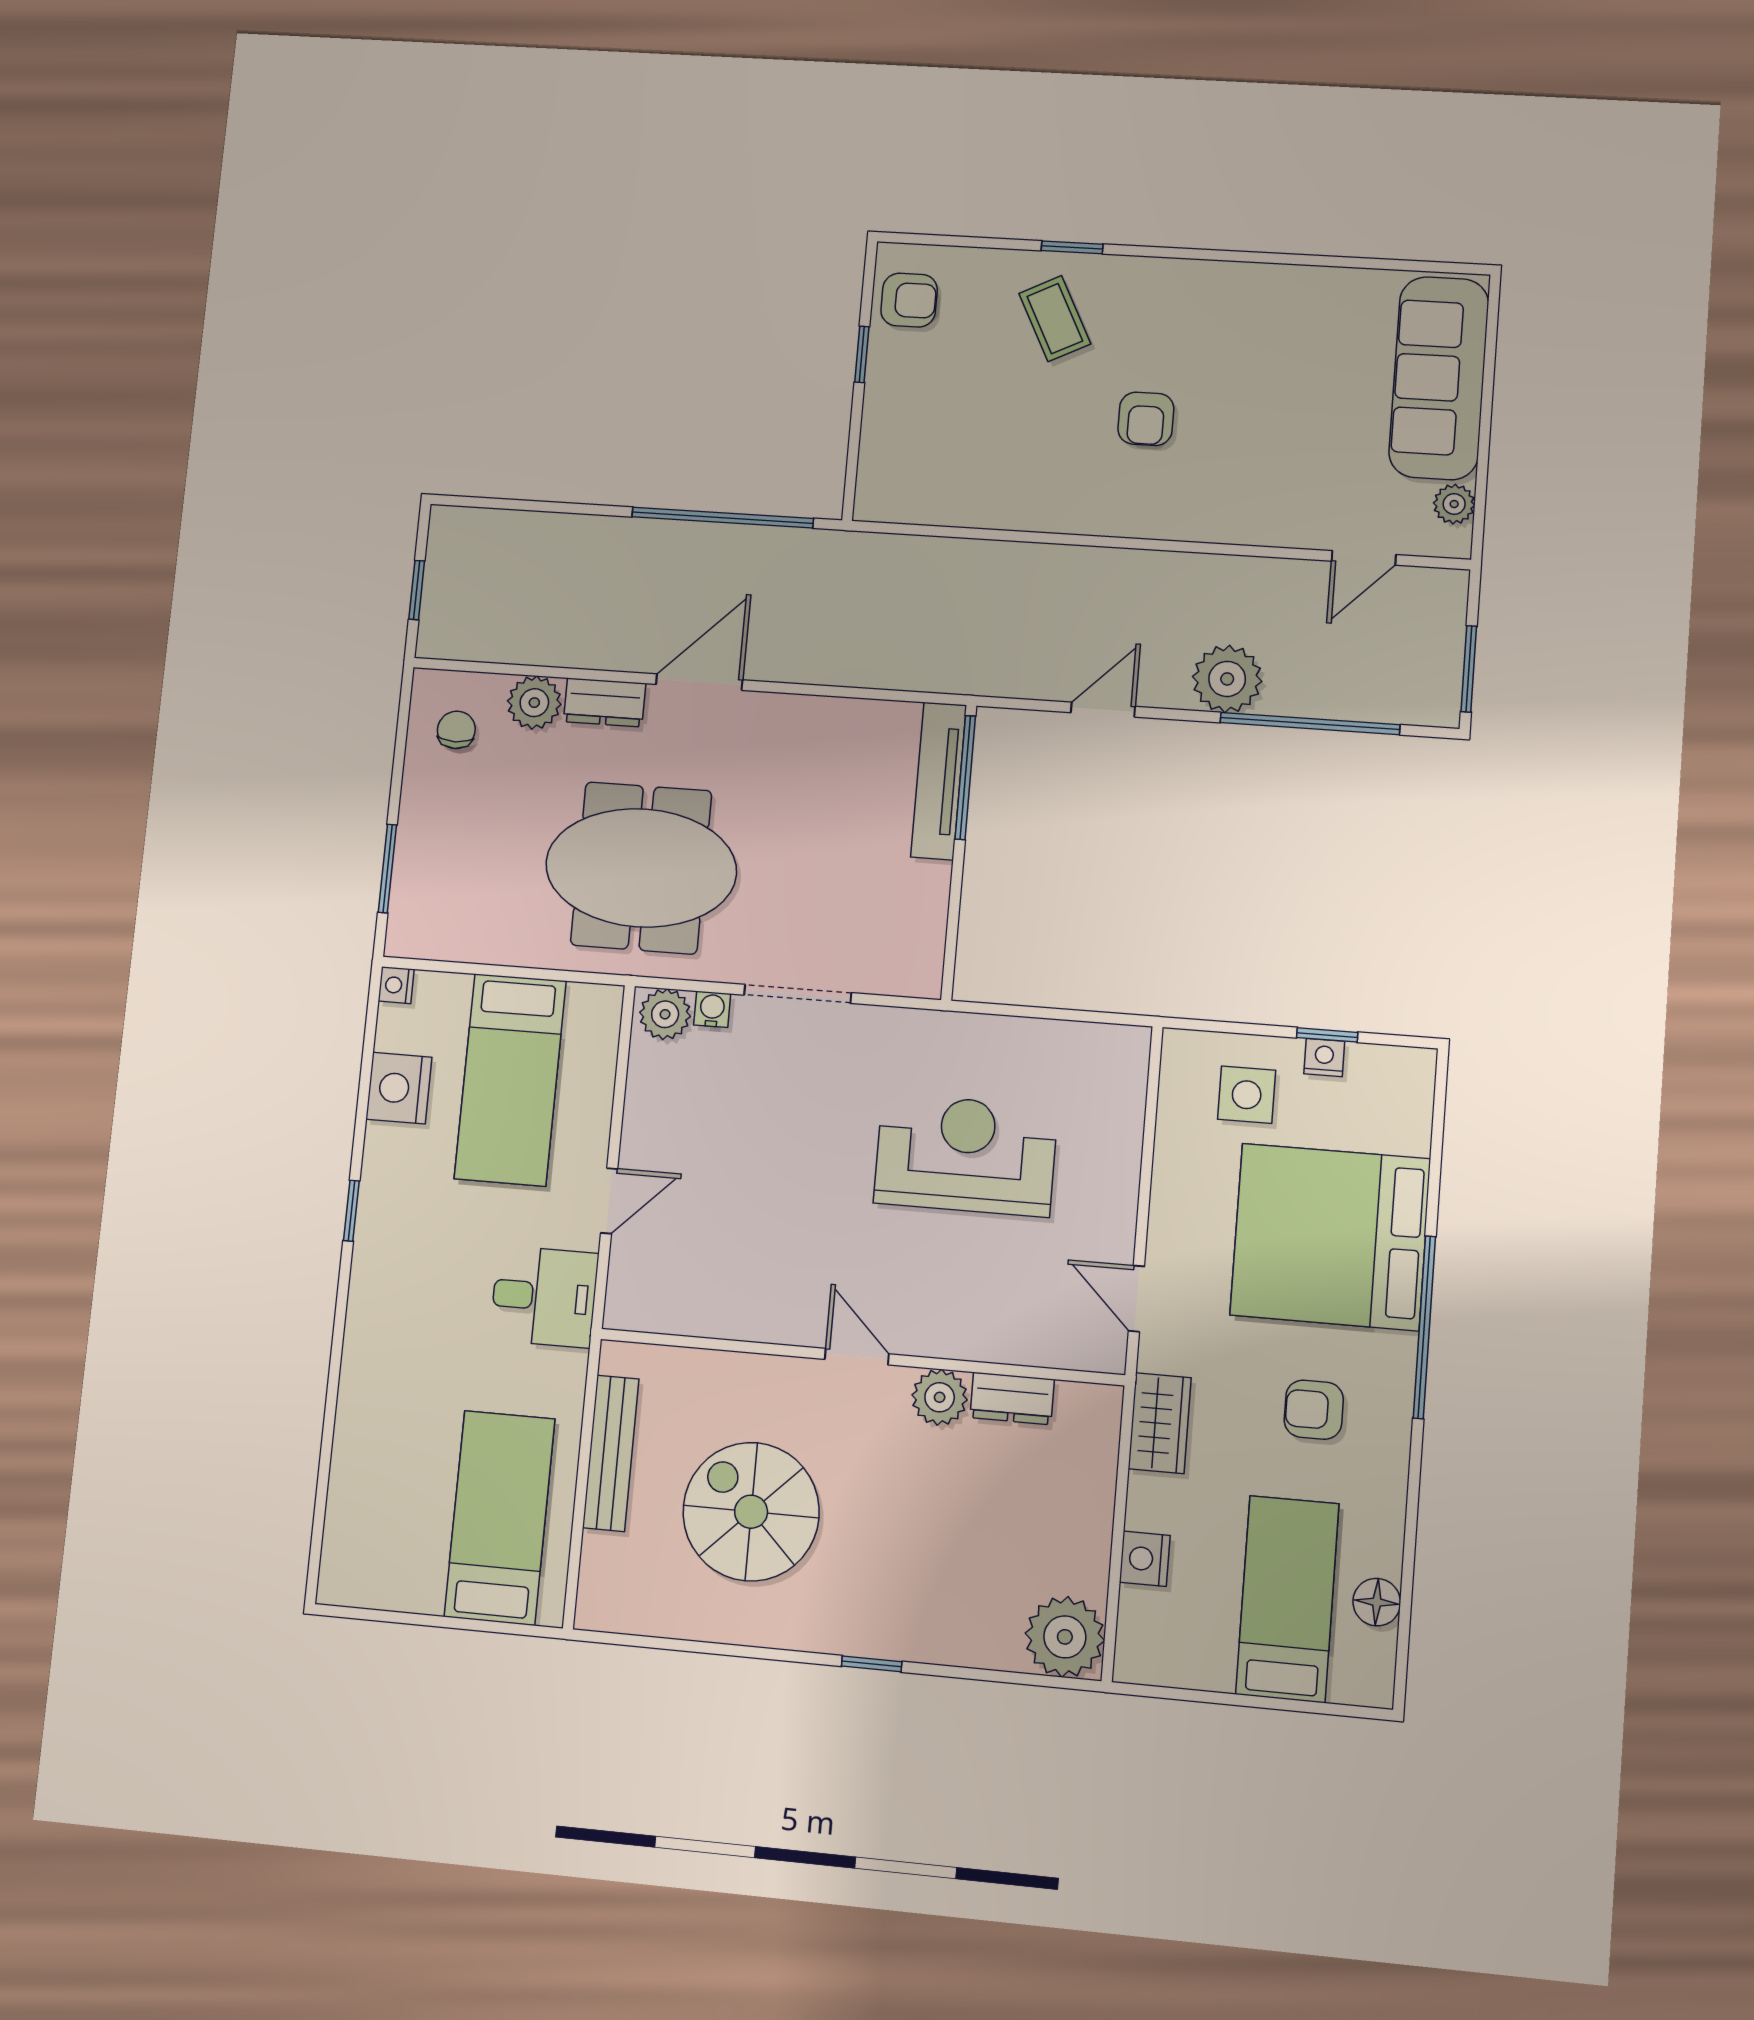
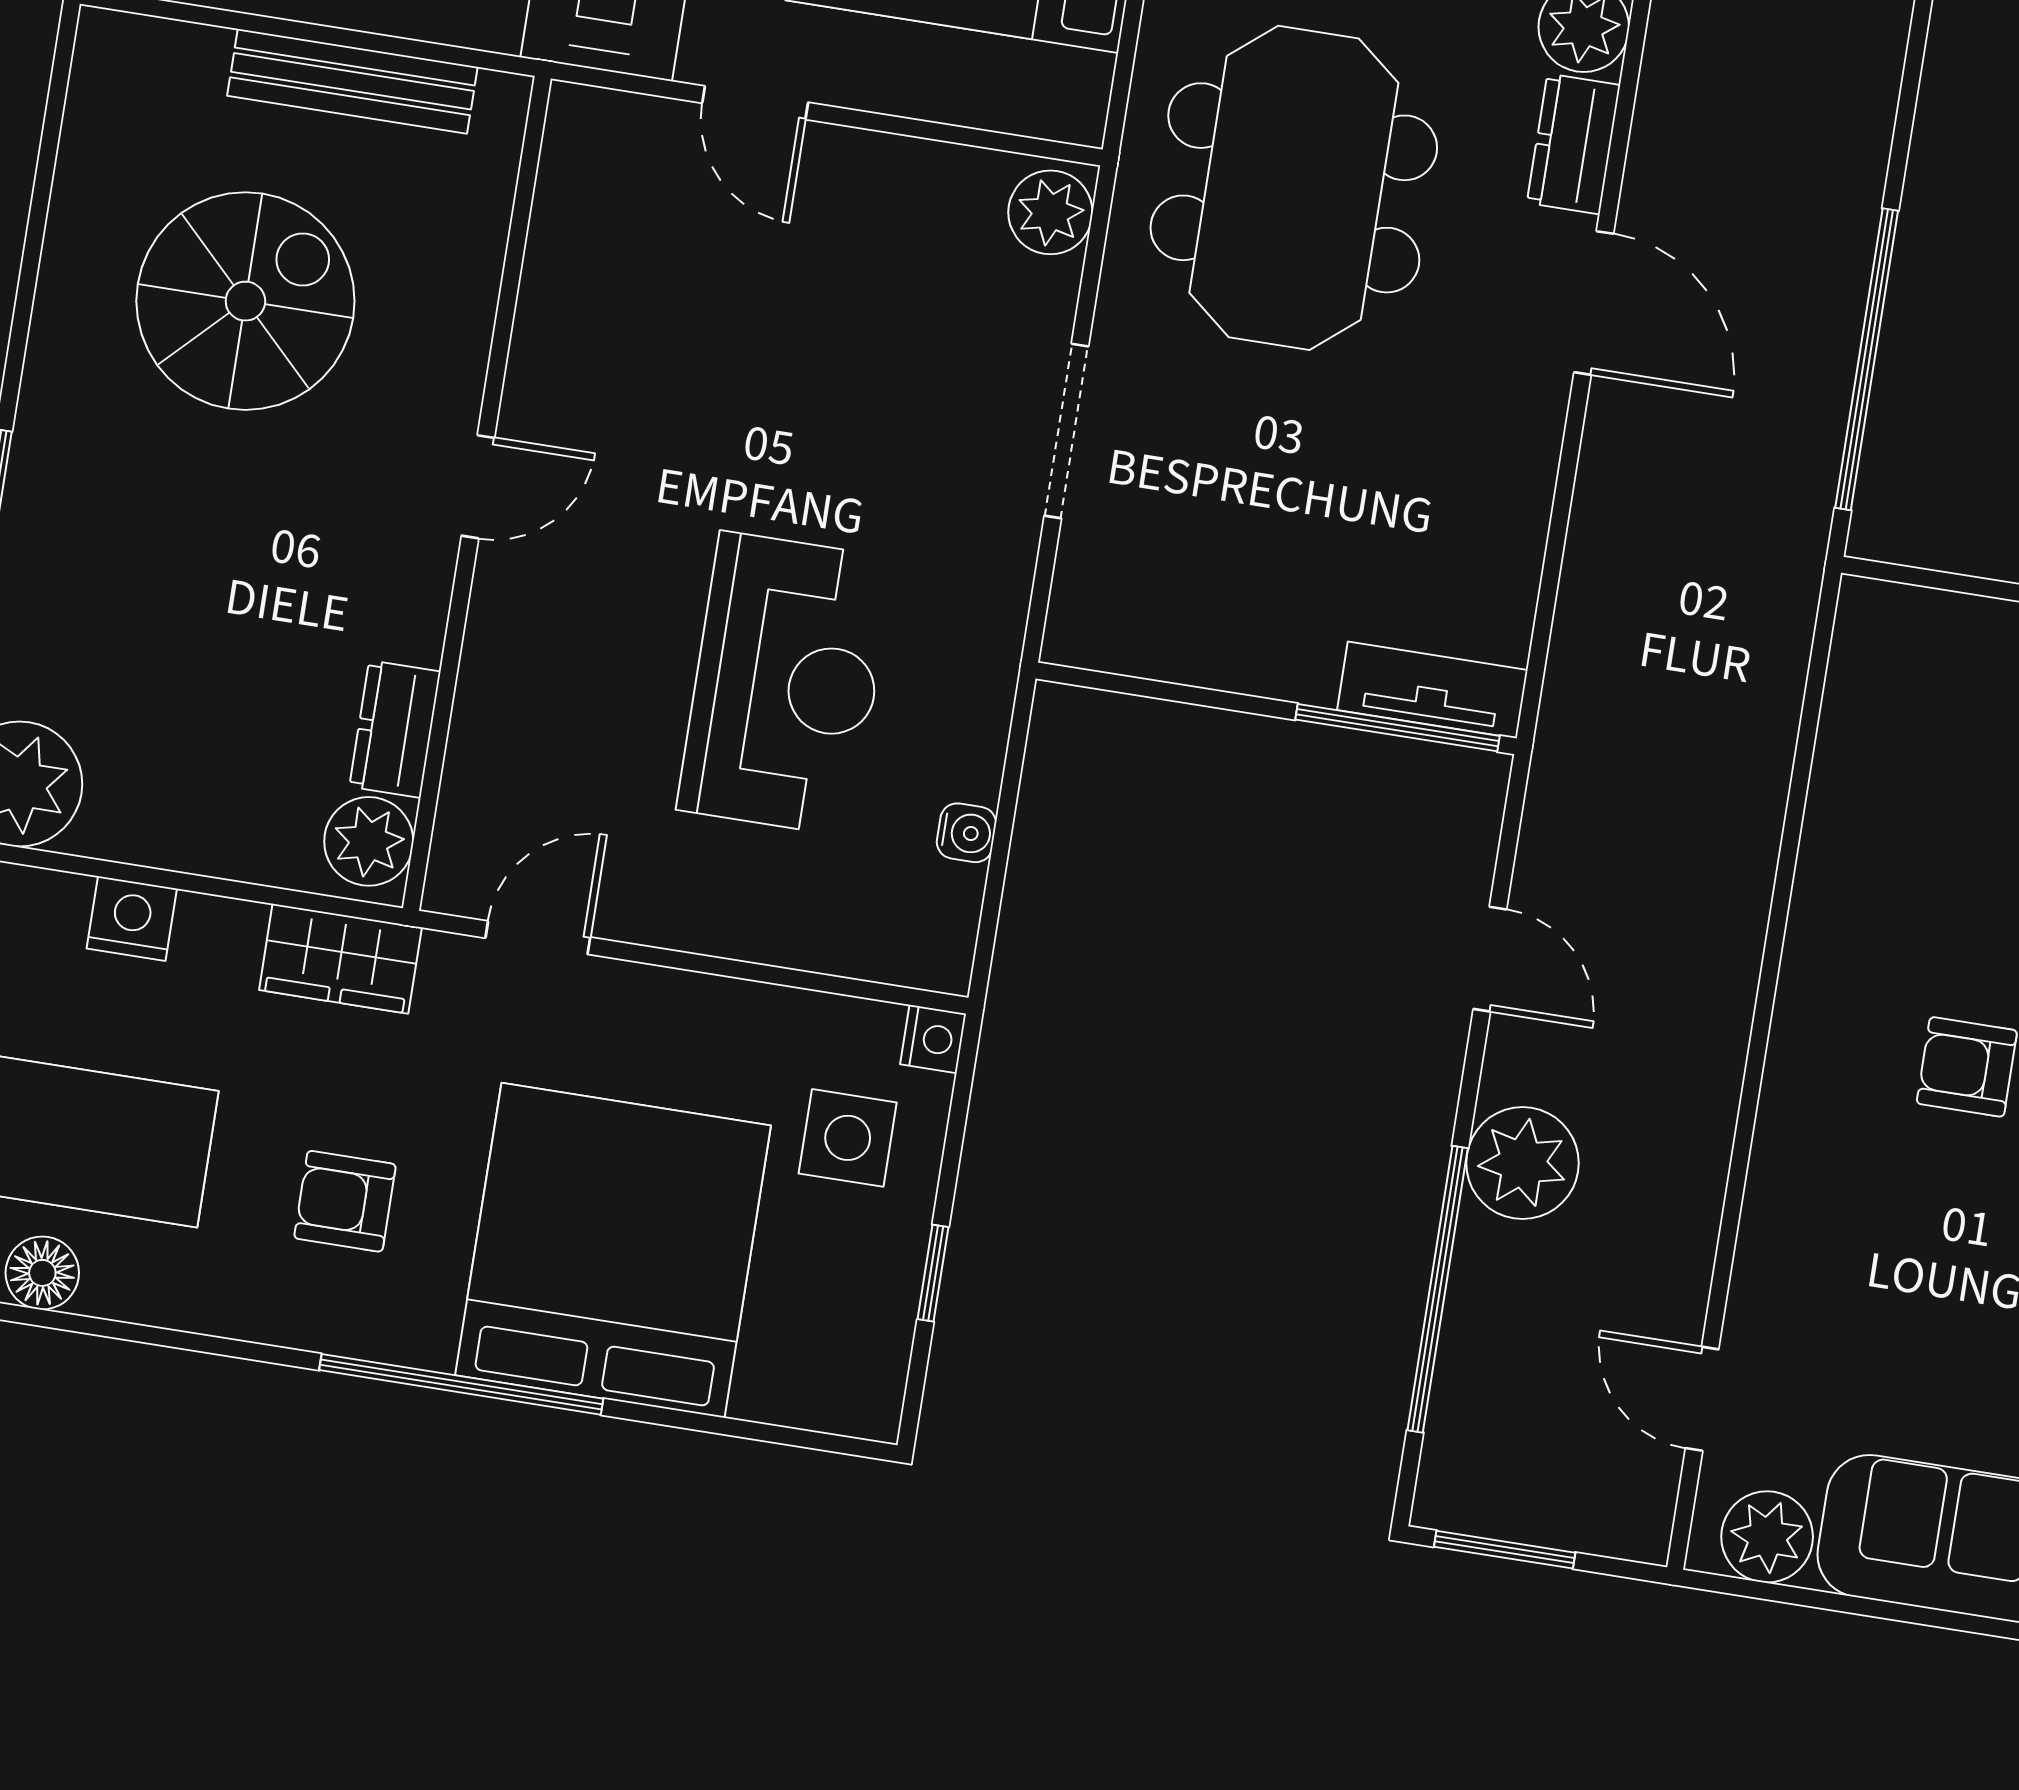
plant: (1454, 504) -> (1767, 1537), width x1.38, depth x1.38
tv unit: (939, 781) -> (1432, 690), width x0.71
water cooler: (712, 1009) -> (966, 833), moved
nightstand: (1324, 1058) -> (933, 1039), moved
plant: (940, 1397) -> (369, 841), moved
armchair: (1314, 1410) -> (345, 1201), turned -90

